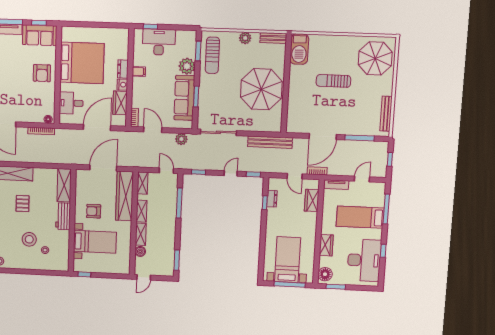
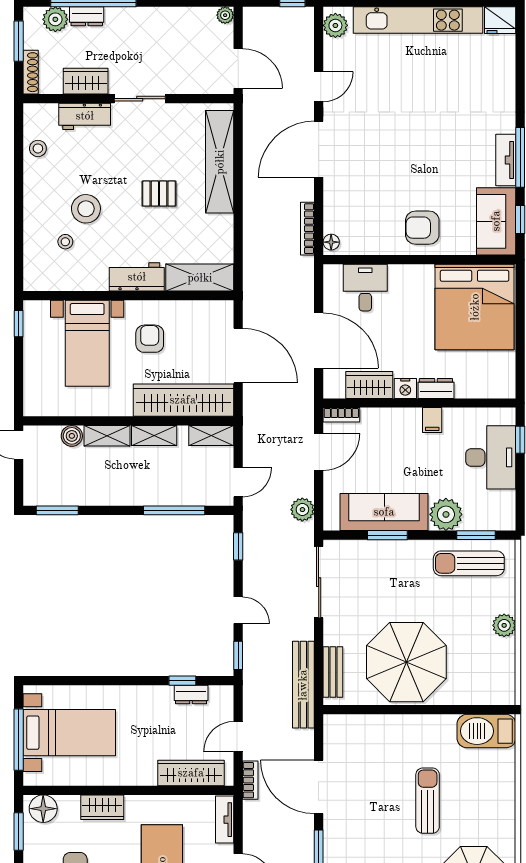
bench: (273, 38) -> (333, 672), moved
bed: (82, 63) -> (475, 307), moved
wardrobe: (312, 200) -> (191, 773), width x1.50

